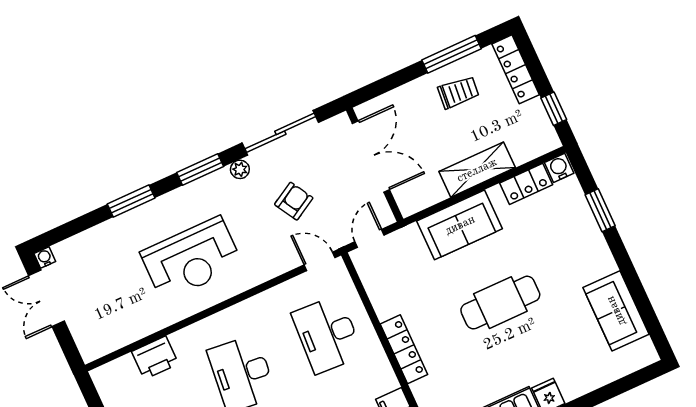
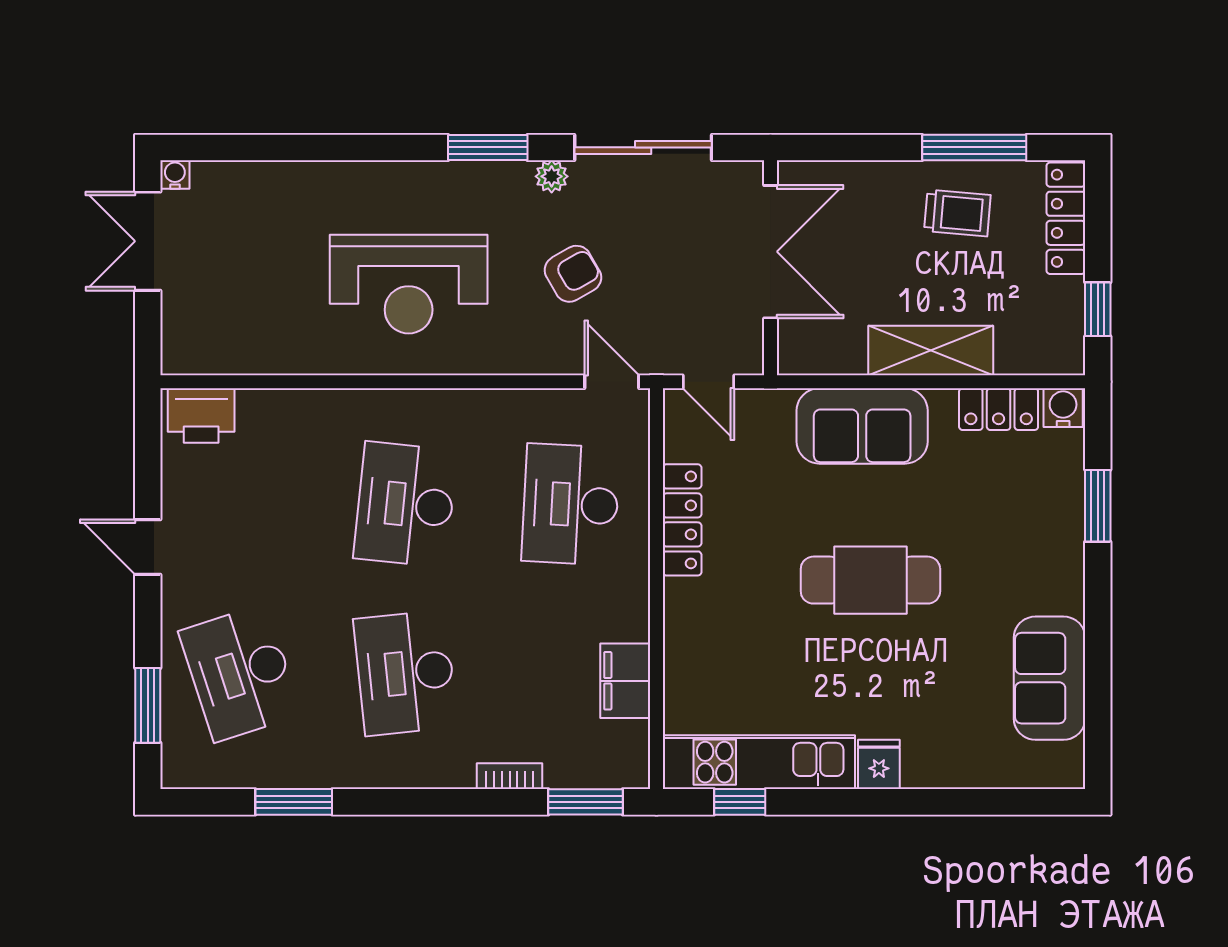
window: (131, 201) -> (354, 147), removed
armchair: (294, 201) -> (573, 274), moved
door: (370, 238) -> (708, 382), swing flipped
locker: (404, 349) -> (682, 520), moved
printer: (155, 358) -> (201, 416), moved

